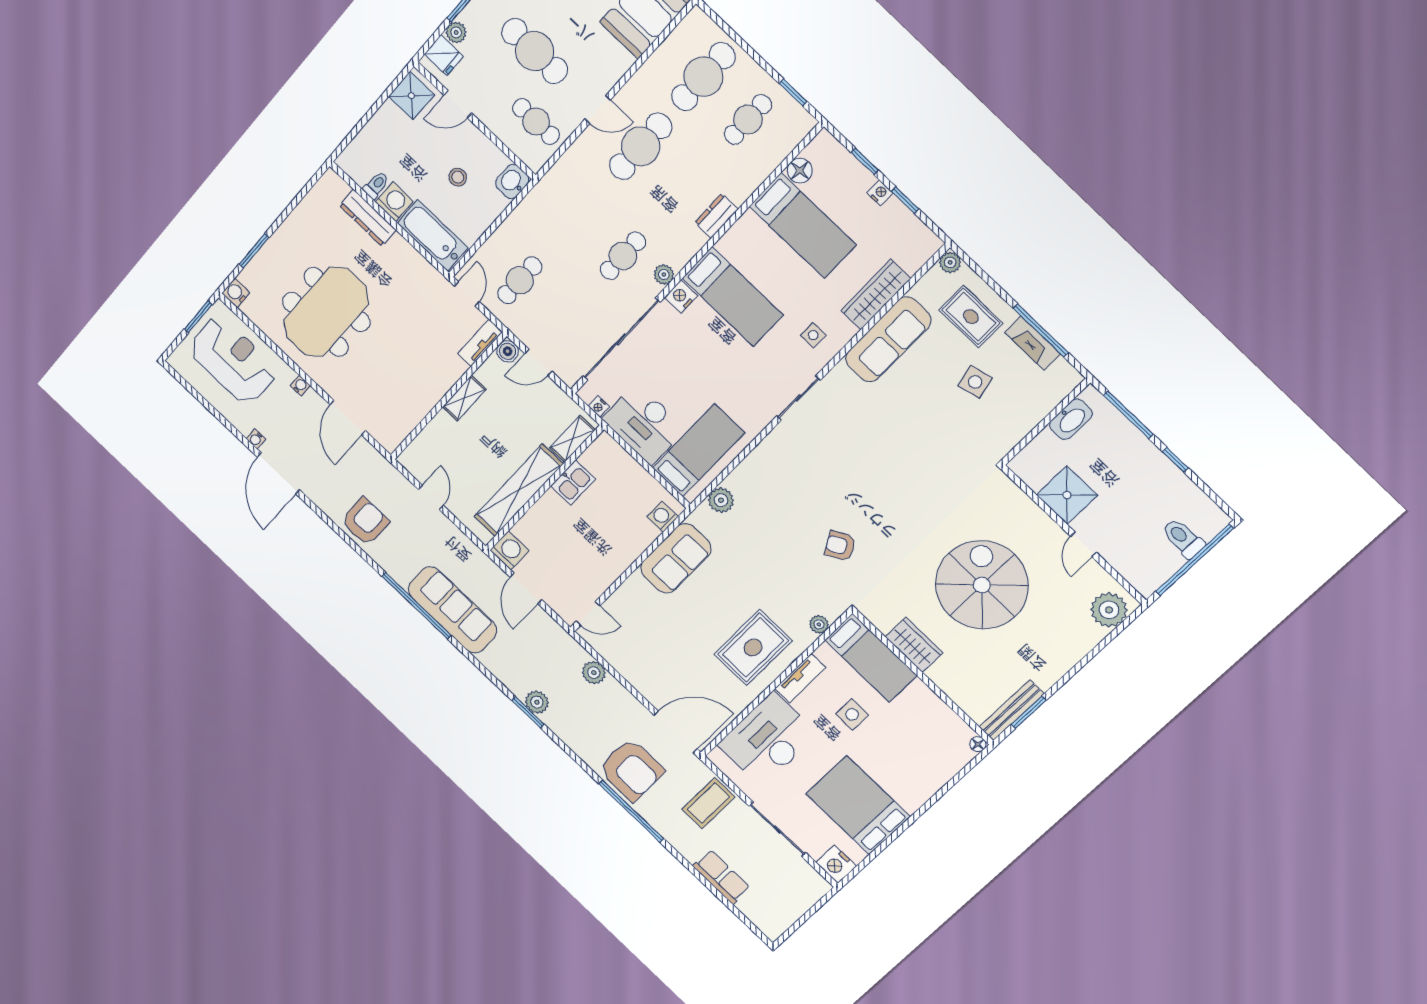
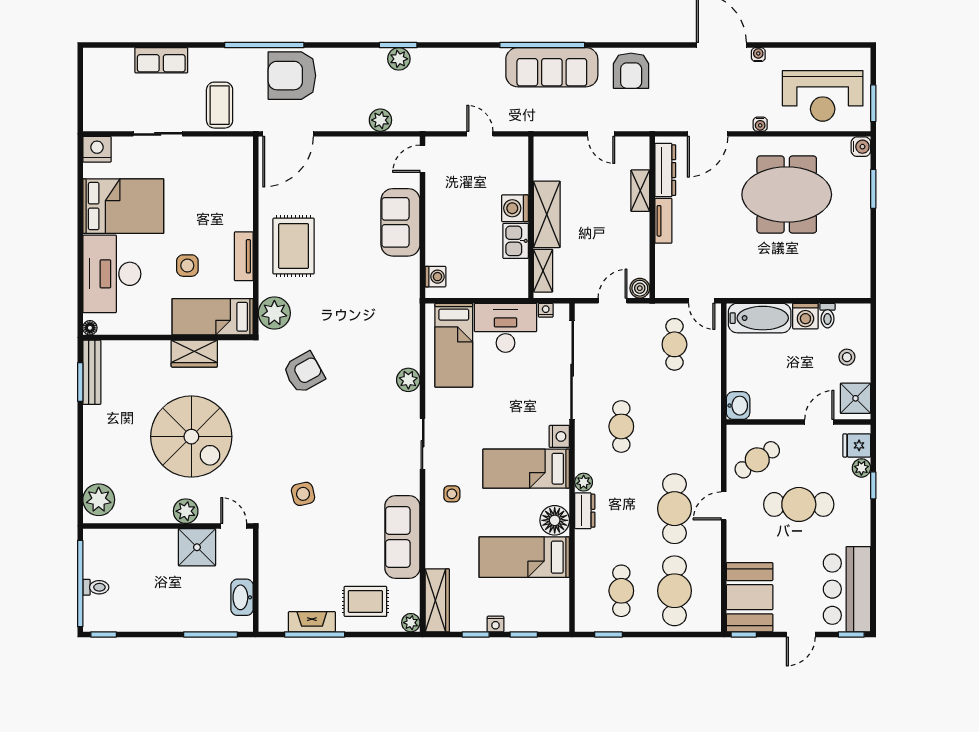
cafe table: (536, 122) -> (757, 460), turned -35
floor lamp: (800, 171) -> (555, 520), moved, width x1.38, depth x1.38
stool: (458, 177) -> (847, 357), moved
dresser: (368, 218) -> (665, 170), moved, turned 90
plant: (664, 275) -> (584, 482), moved
wardrobe: (876, 295) -> (437, 600), moved
meeting table: (326, 312) -> (787, 195), turned 90
tv unit: (480, 343) -> (663, 221), moved
side table: (975, 382) -> (303, 494), moved
shelving: (464, 398) -> (640, 191), moved
door: (348, 418) -> (708, 134), swing flipped
window: (1175, 460) -> (104, 634), moved
shelving: (519, 490) -> (547, 214), width x0.68
plant: (721, 500) -> (408, 380), moved
plant: (1047, 532) -> (186, 511), added
toilet: (1183, 538) -> (96, 587), width x0.73, depth x0.72
door: (1084, 544) -> (234, 526), moved
armchair: (840, 546) -> (304, 373), width x1.38, depth x1.38
washing machine: (509, 550) -> (515, 208), moved, turned 90
sofa: (676, 558) -> (400, 222), moved
door: (526, 588) -> (480, 134), width x0.73
sofa: (452, 610) -> (552, 67), moved
plant: (819, 624) -> (274, 313), width x1.88, depth x1.88
desk: (768, 739) -> (112, 274), moved, turned 180
sliding door: (777, 829) -> (158, 134), width x0.73

